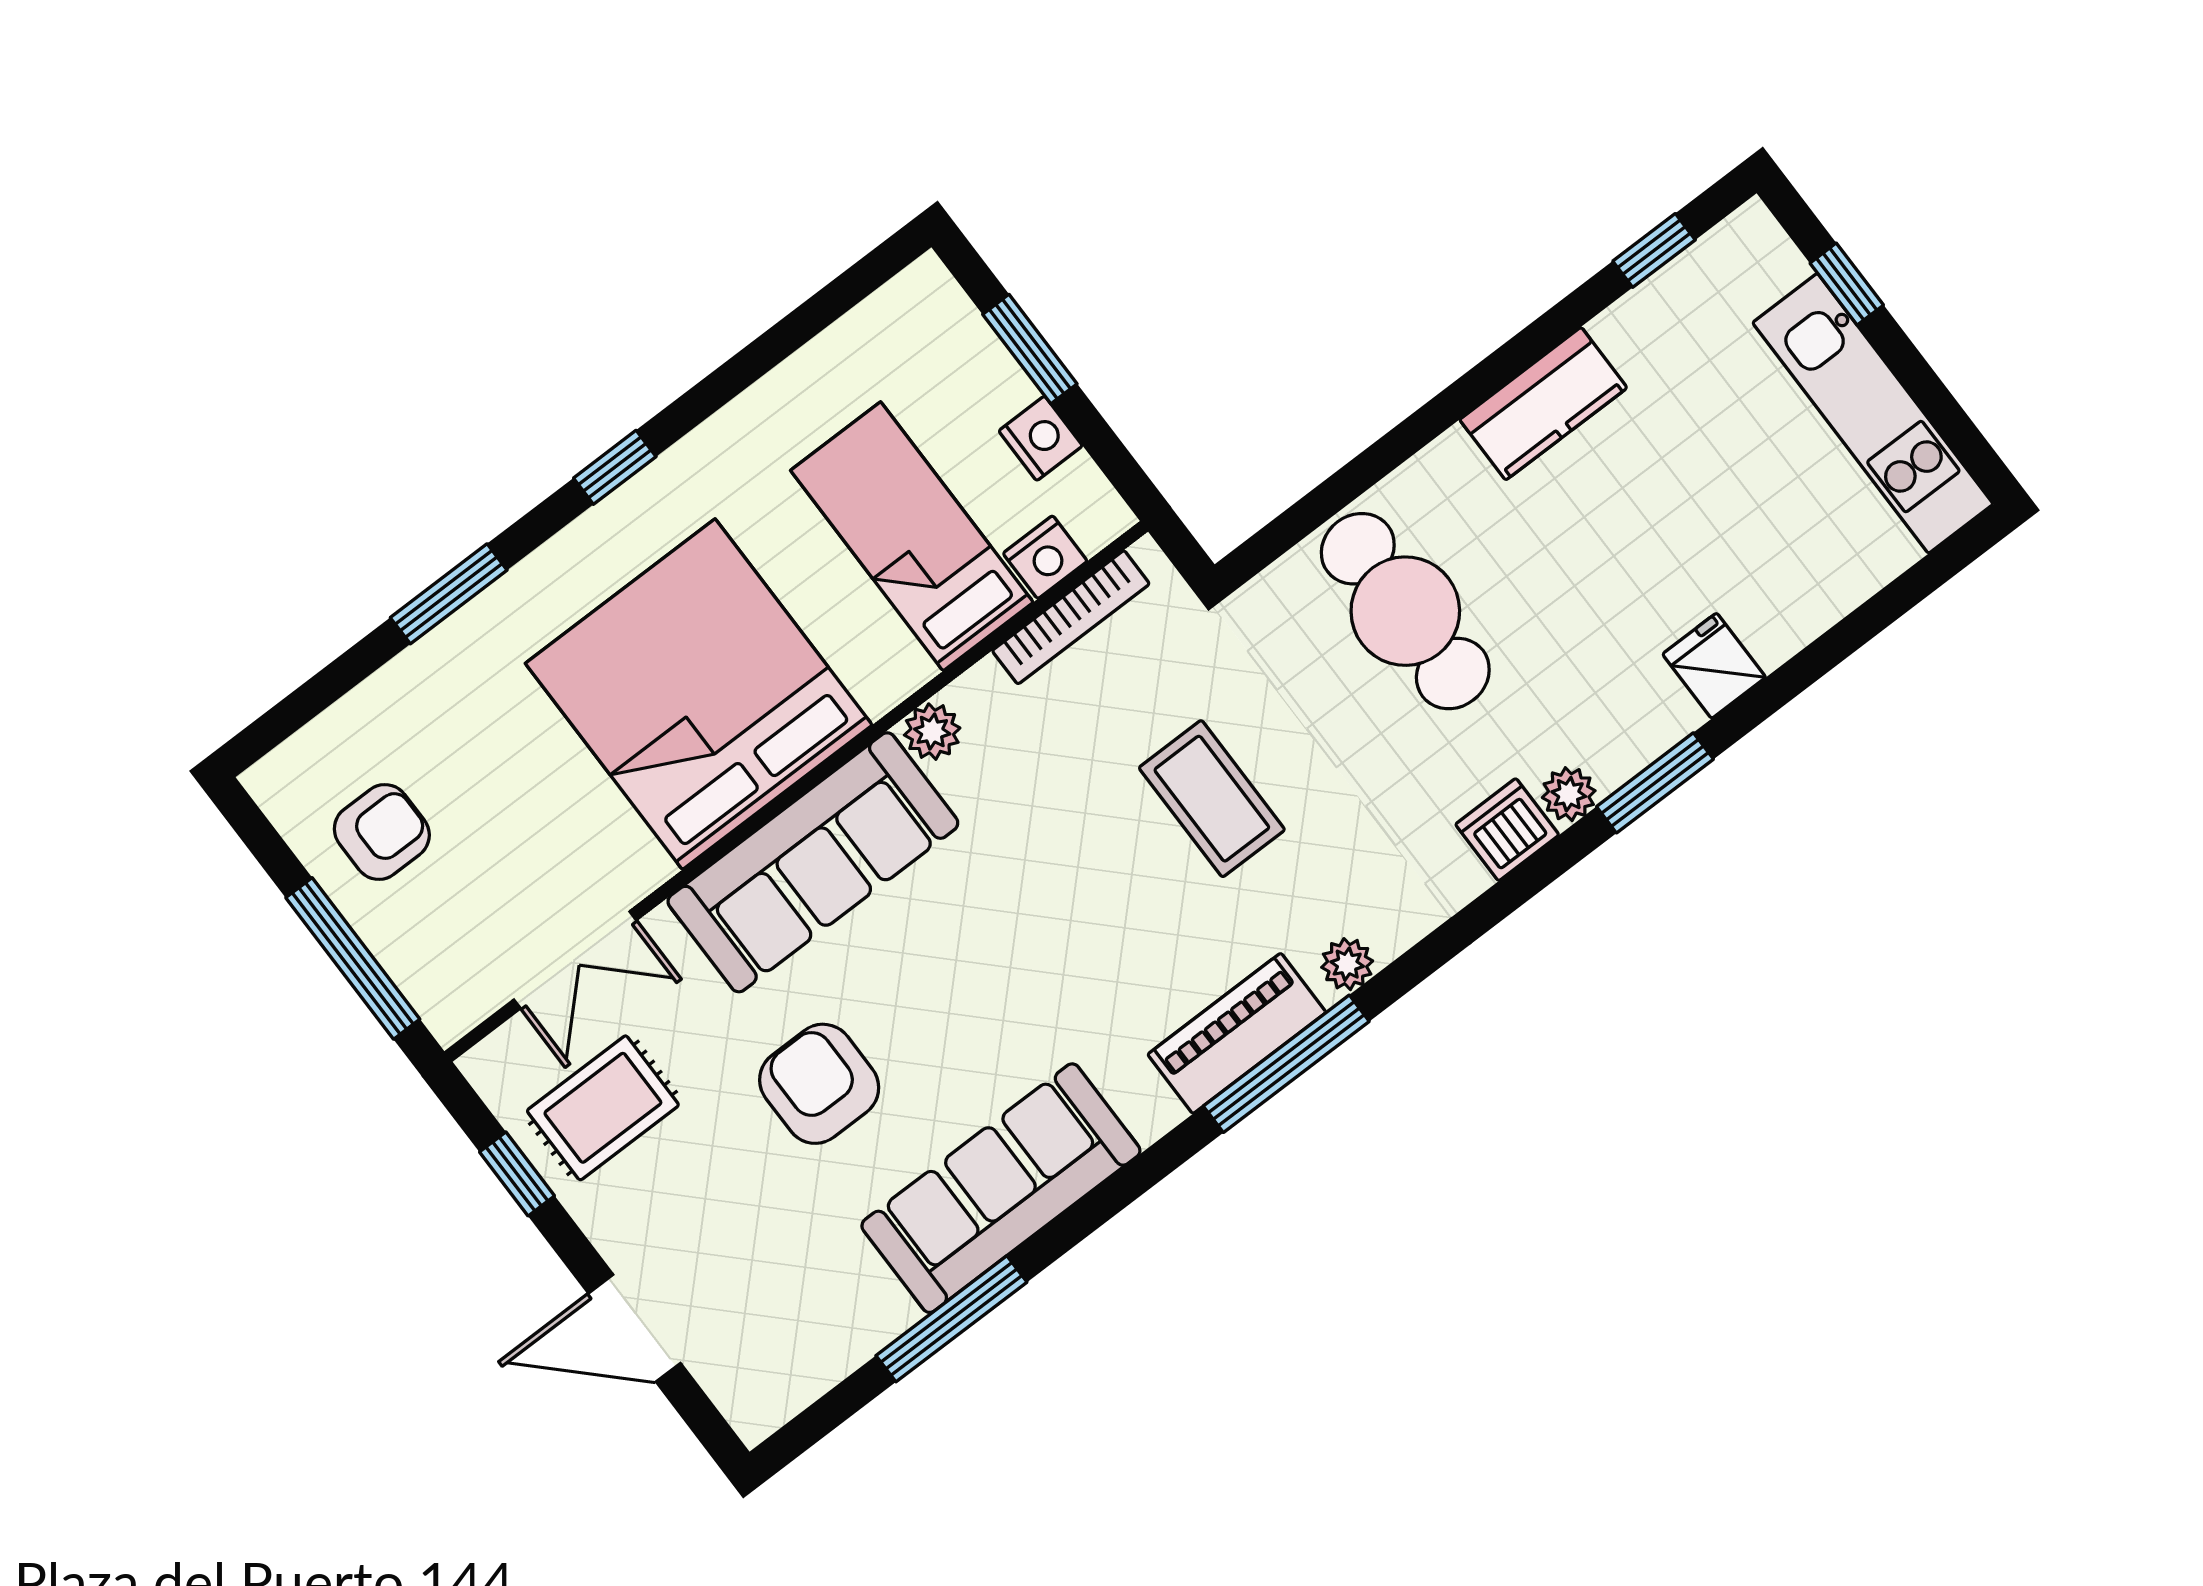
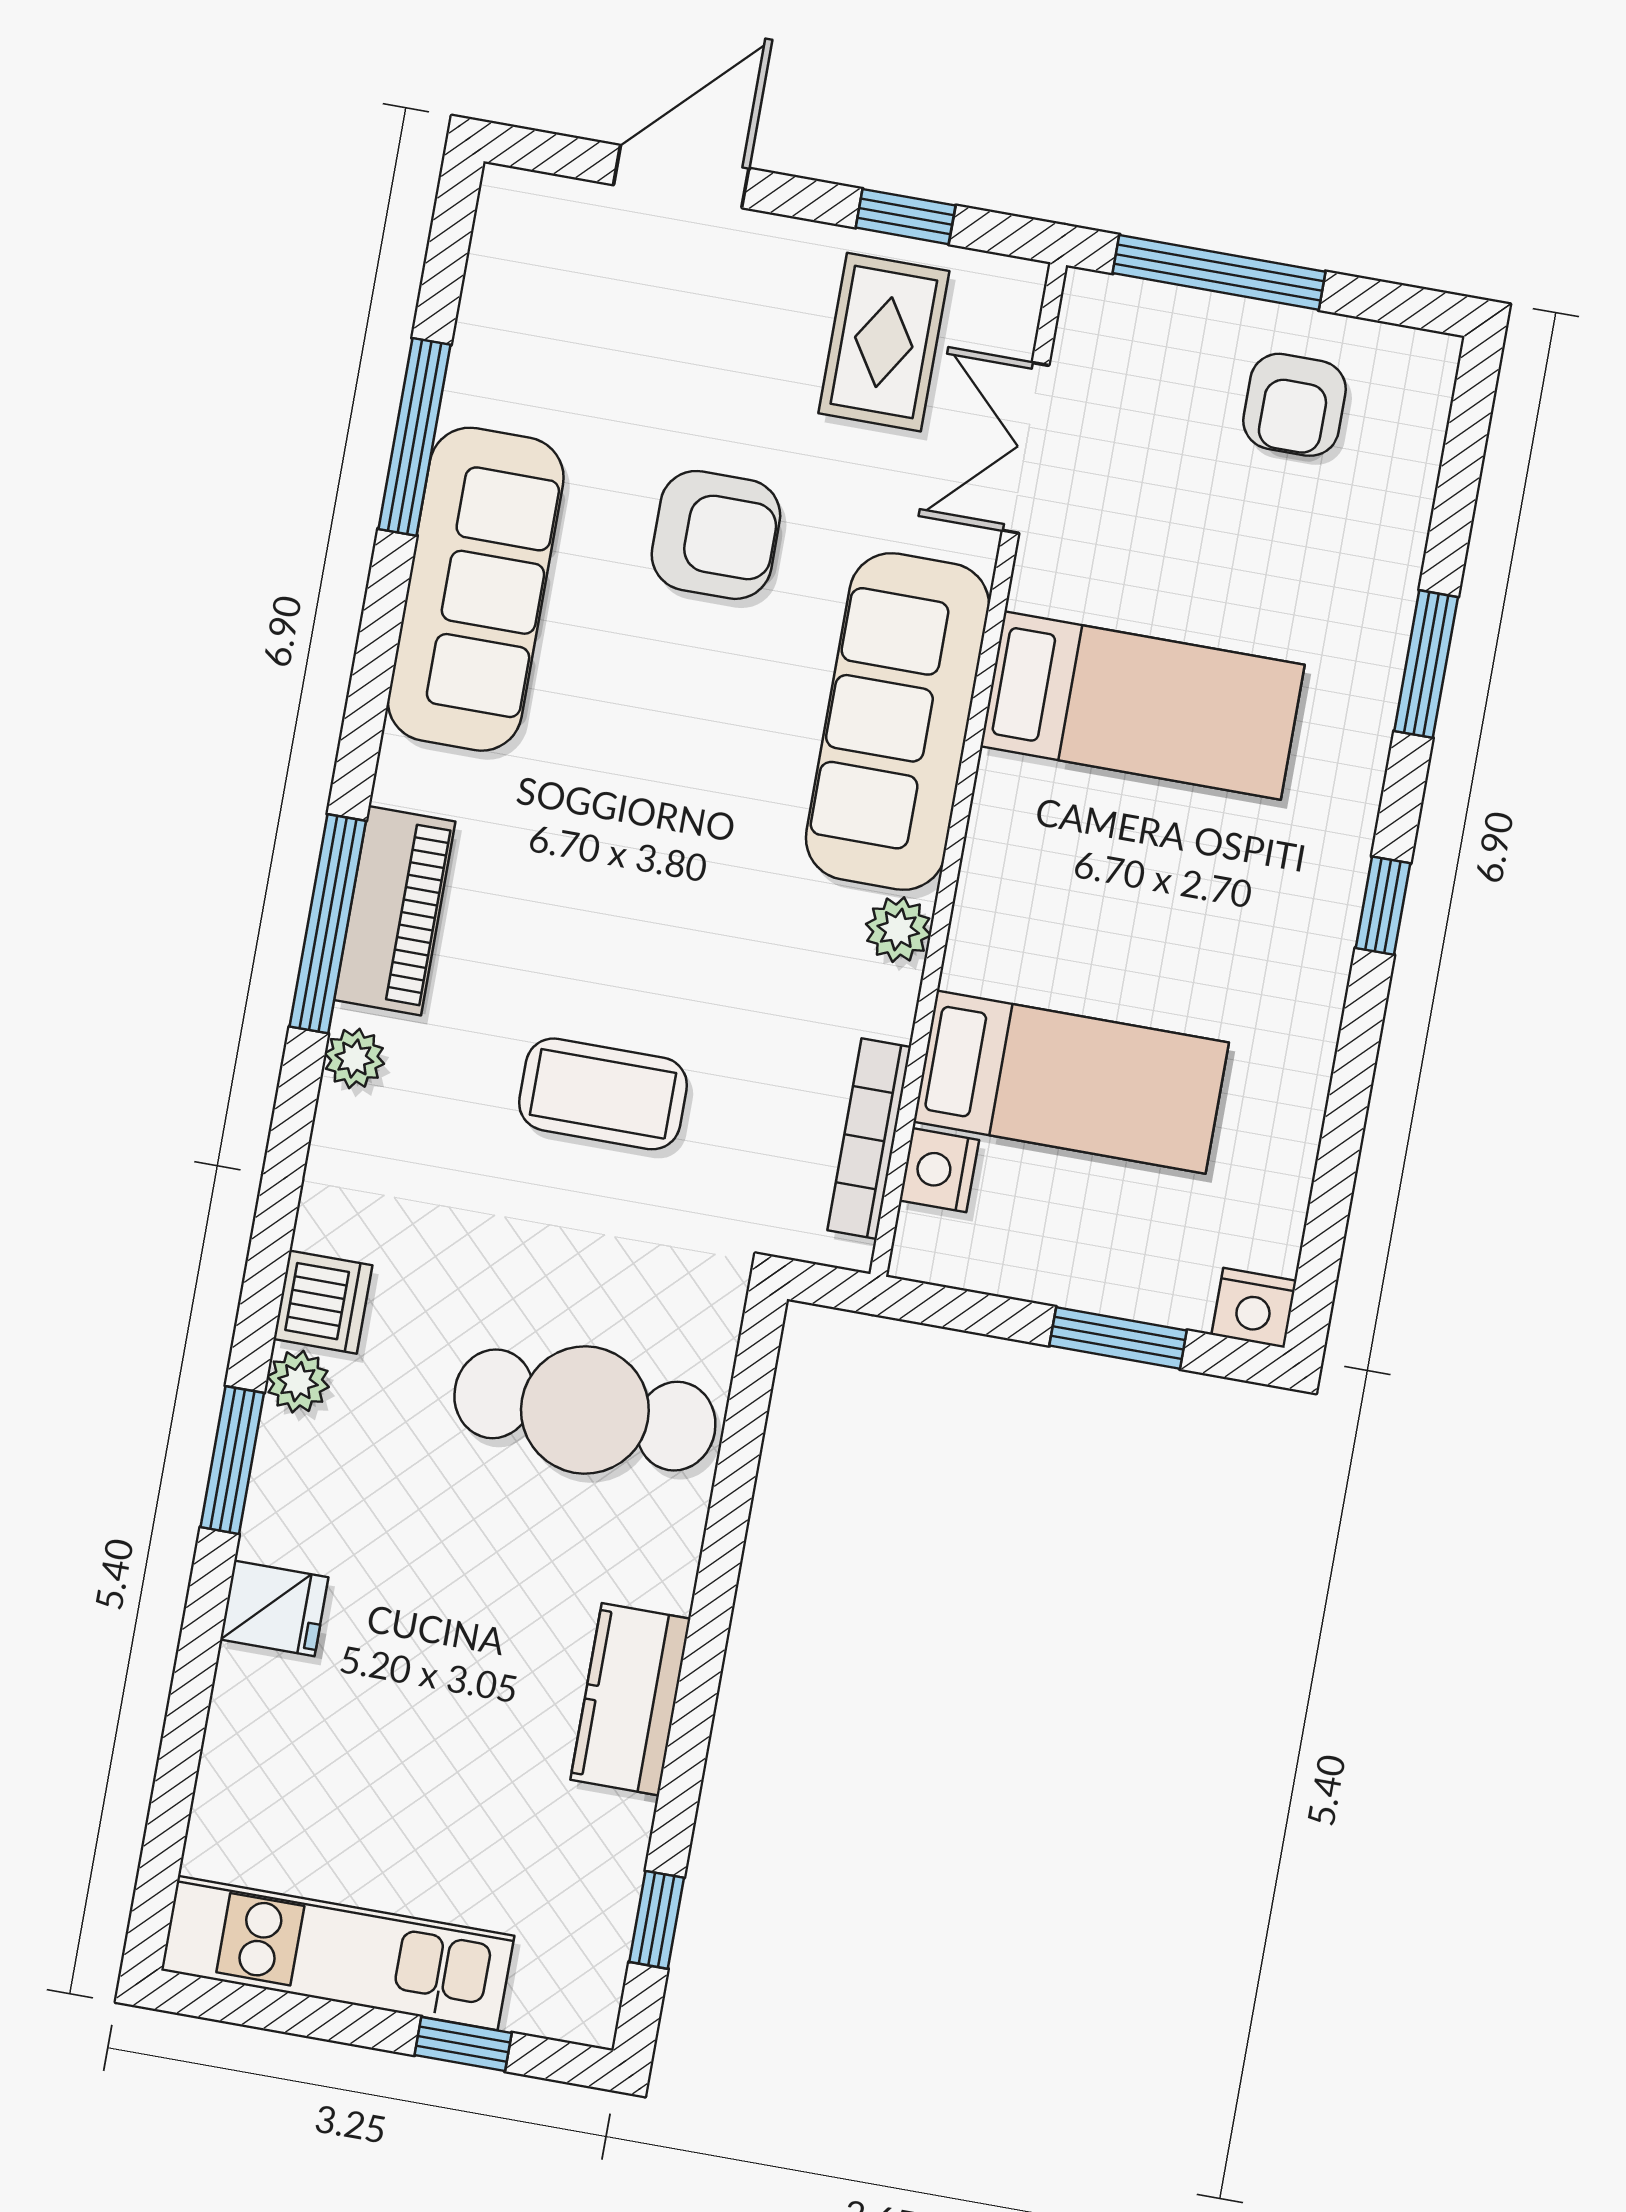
nightstand: (1041, 438) -> (1254, 1308), moved
bed: (699, 694) -> (1143, 706), width x0.49

